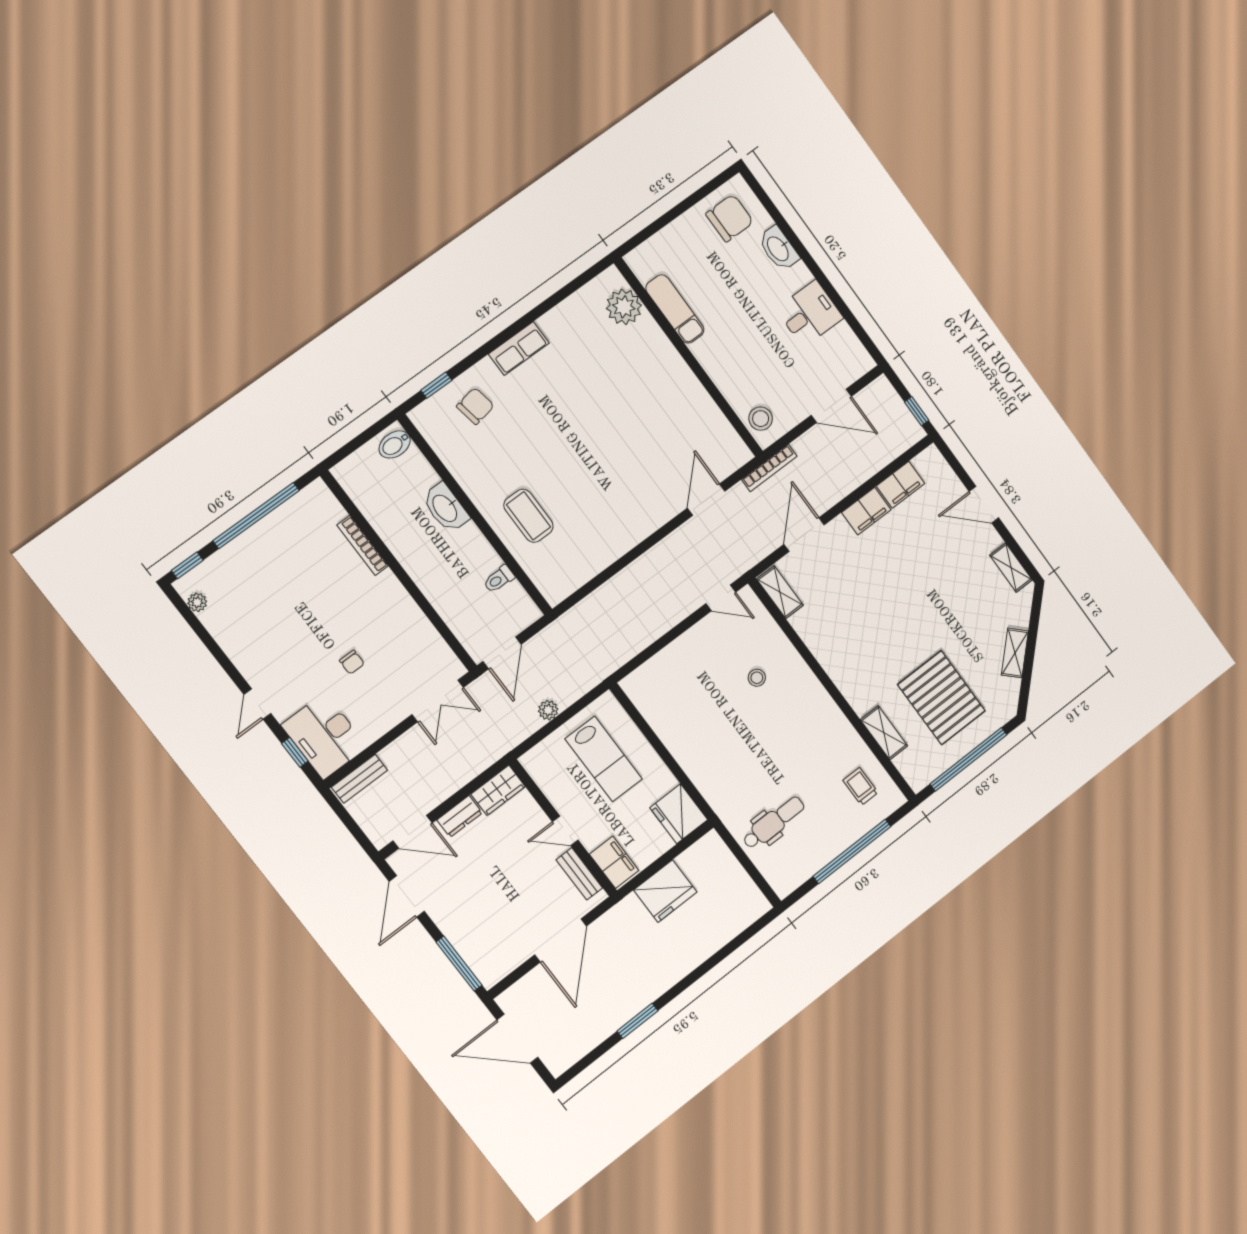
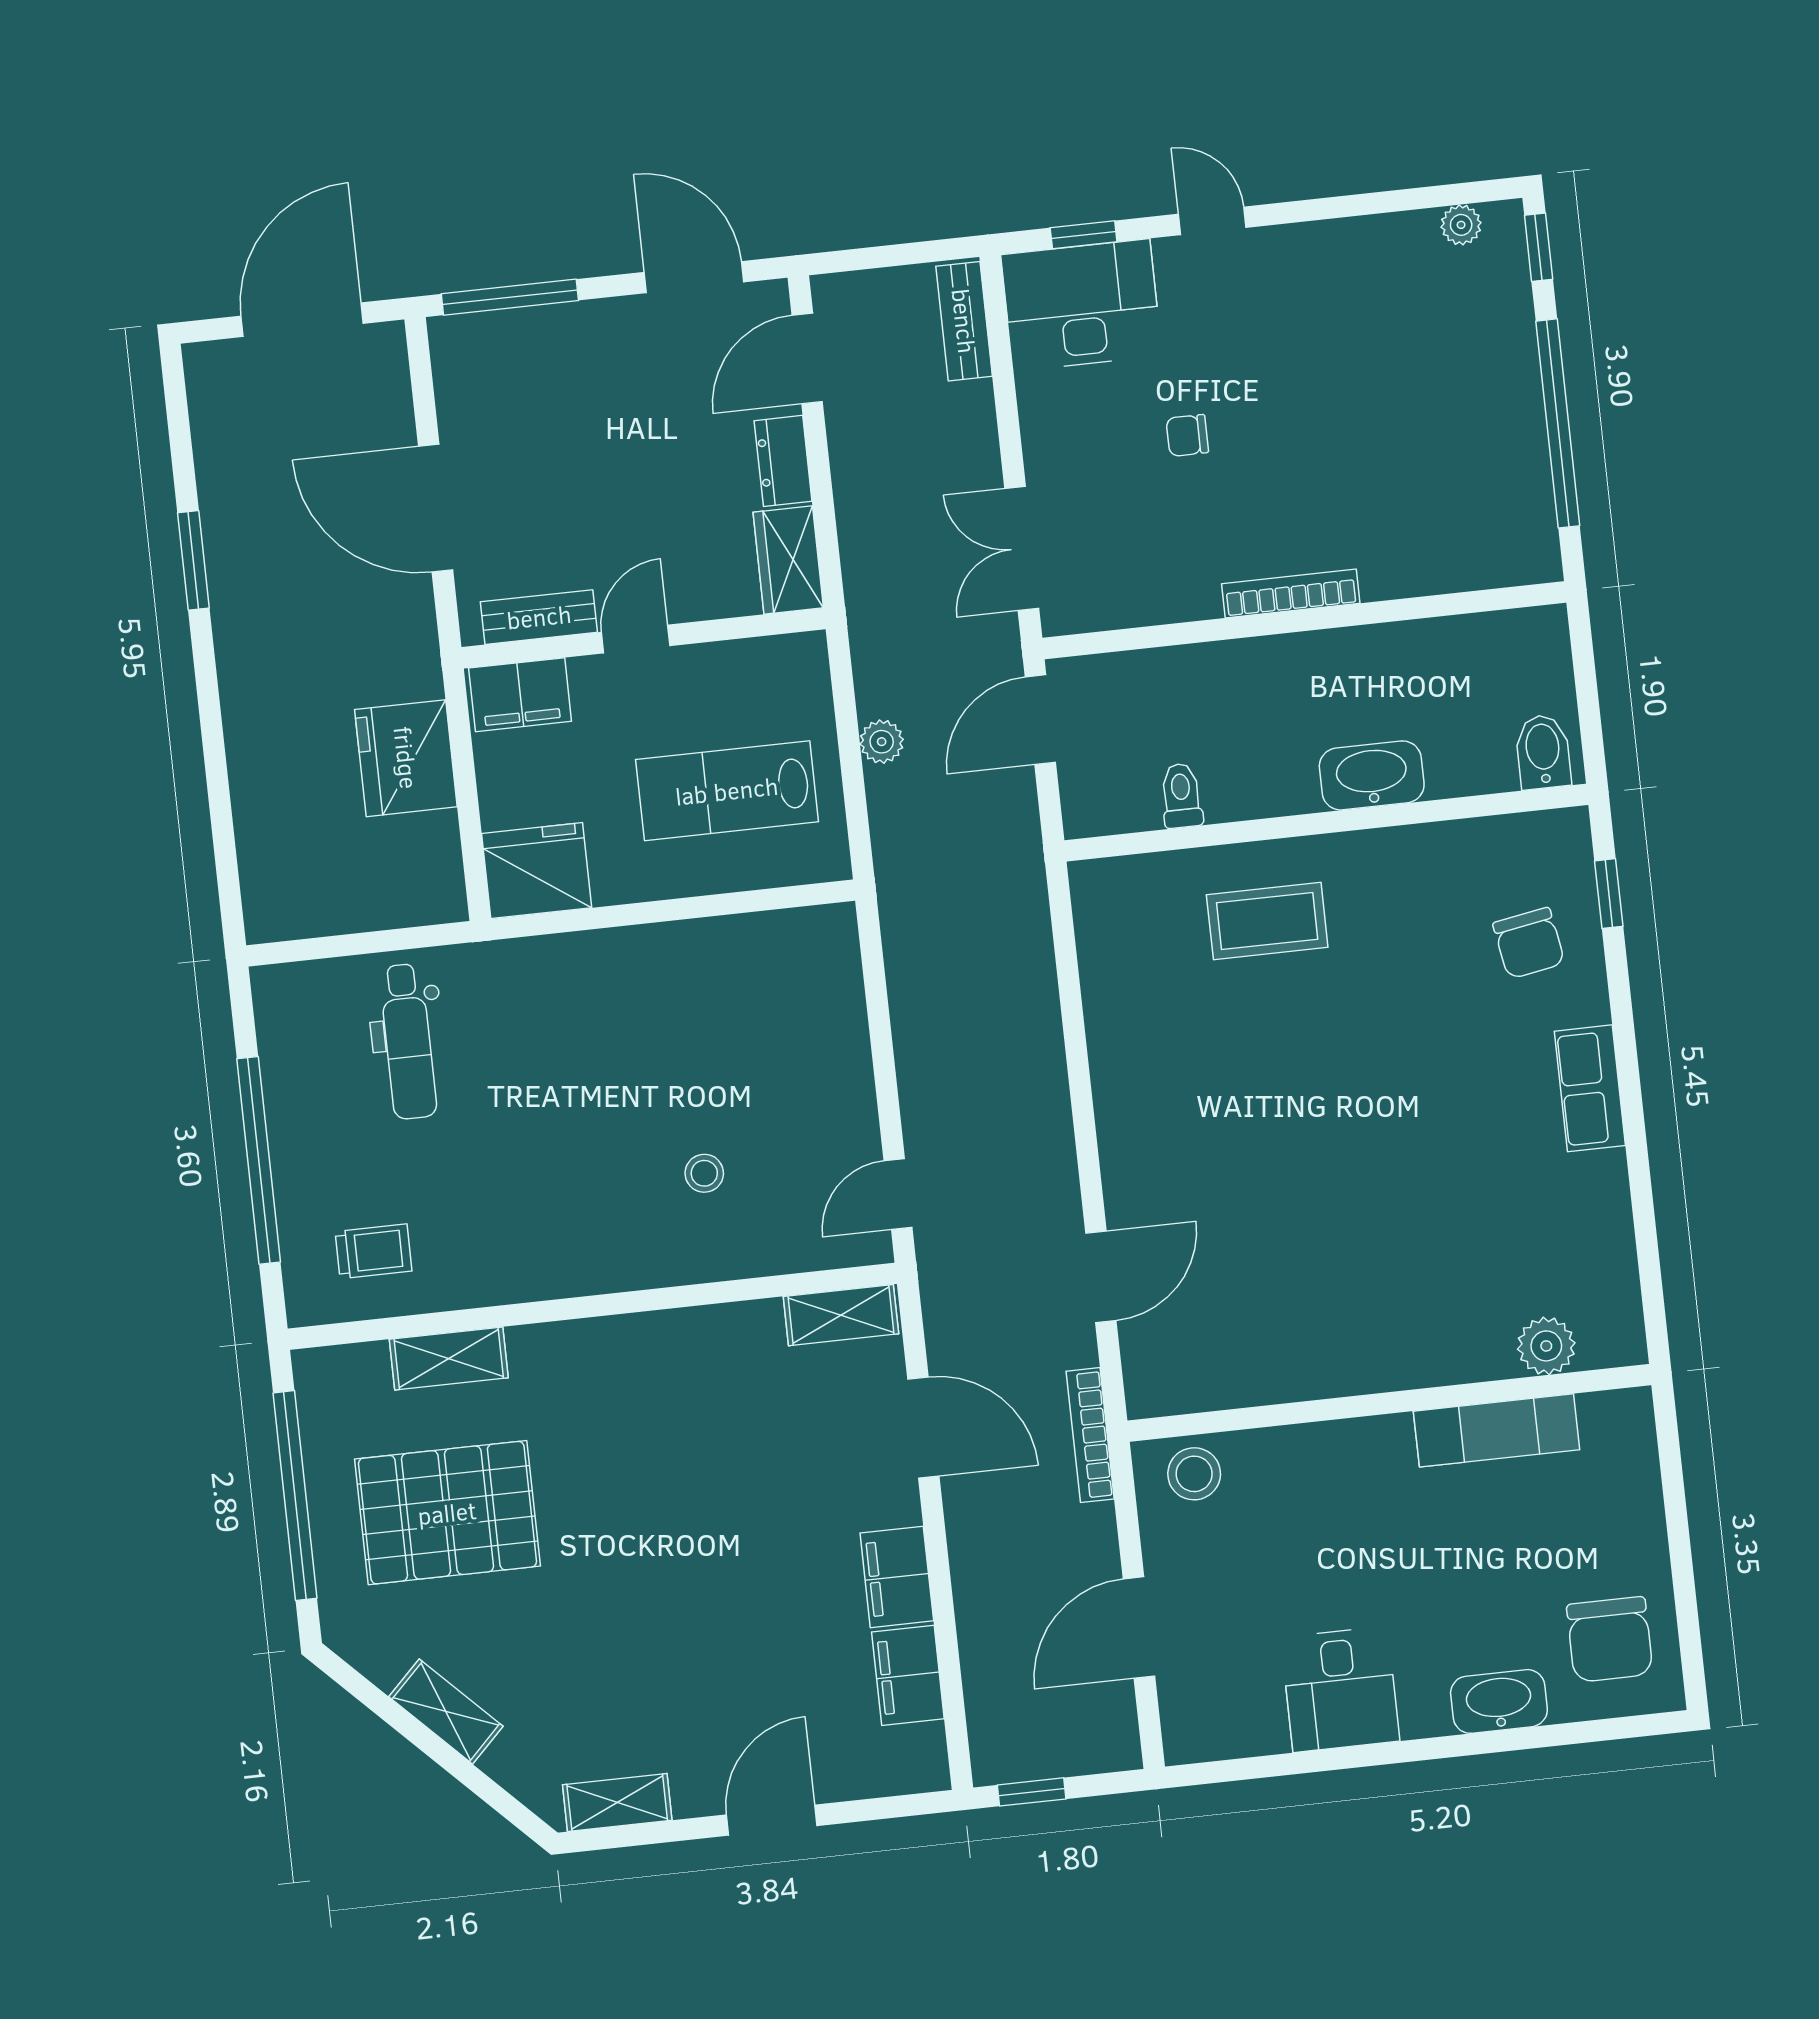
plant: (624, 307) -> (1546, 1346), width x0.73, depth x0.73
door: (706, 500) -> (1101, 1277), hinge flipped
bookcase: (363, 545) -> (1291, 594), moved
door: (502, 653) -> (1040, 720), hinge flipped

